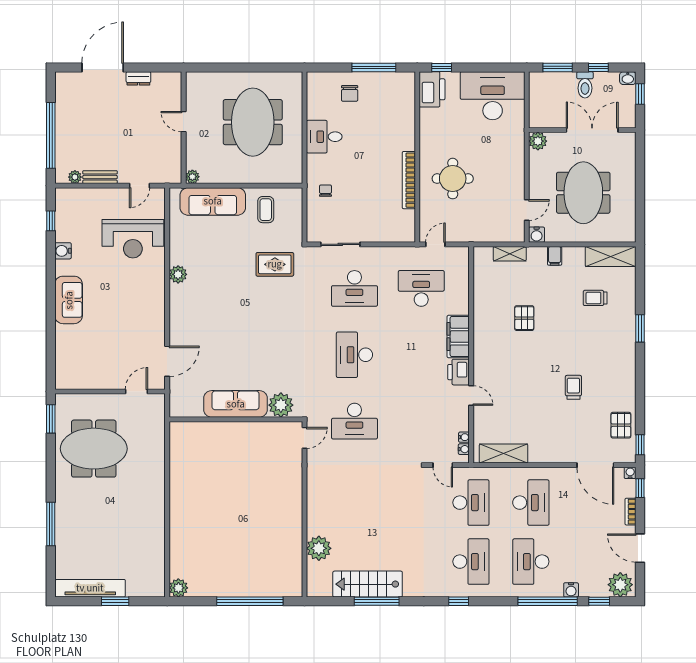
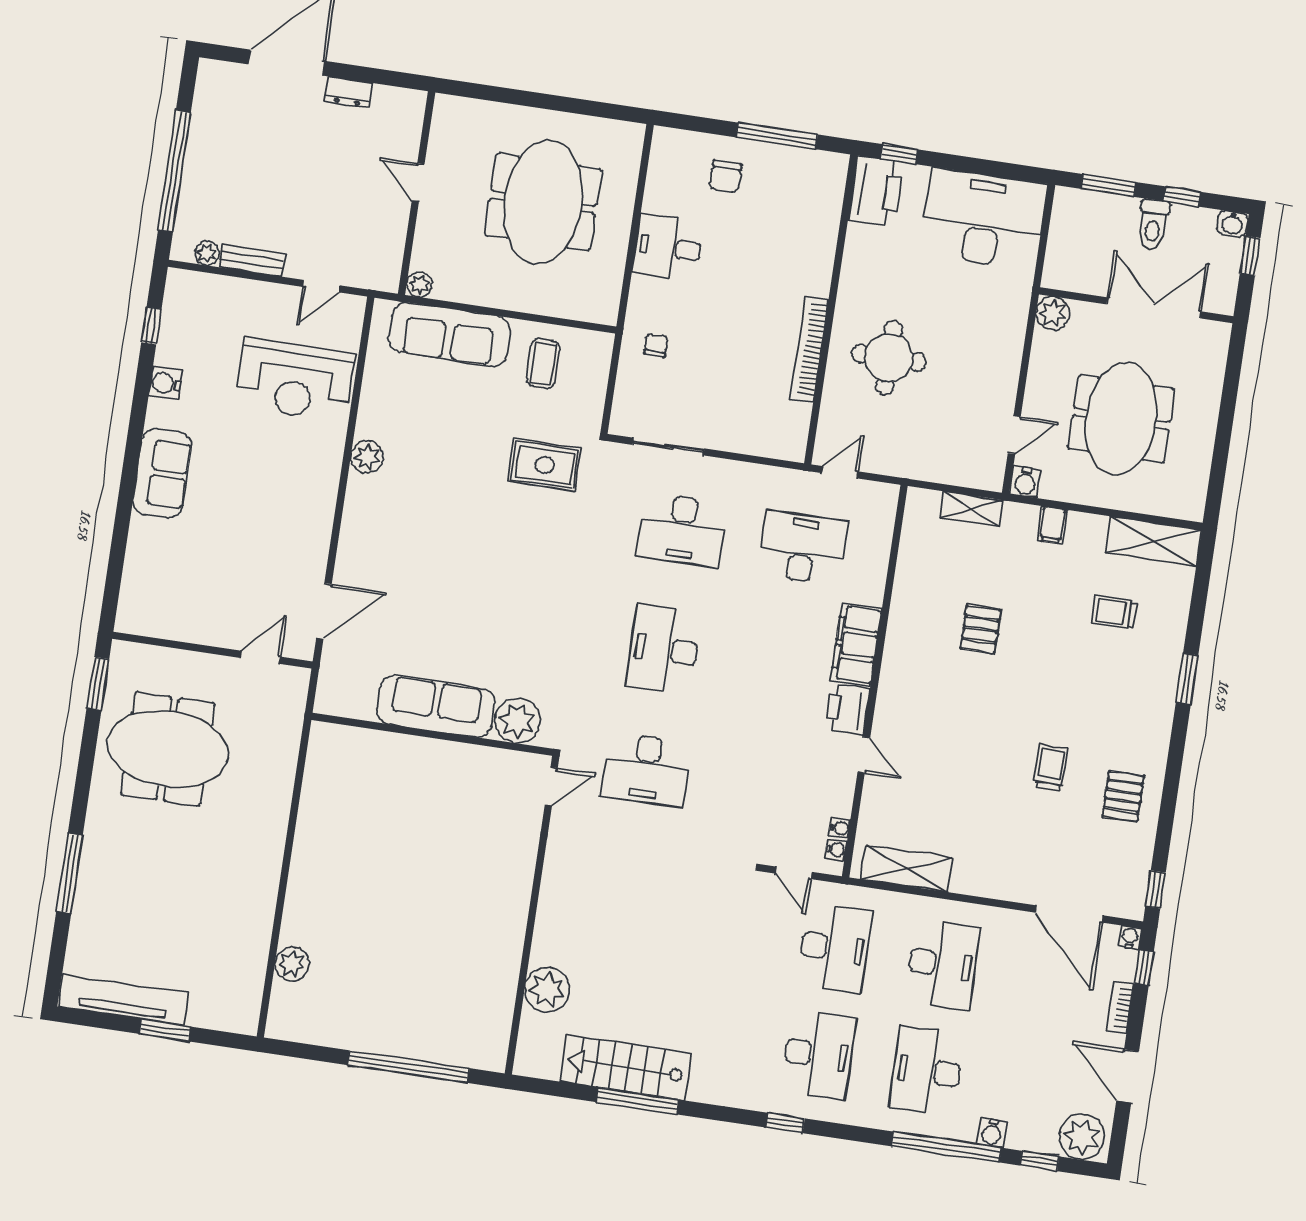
pallet: (621, 425) -> (1123, 796), moved
plant: (178, 588) -> (292, 964), moved

